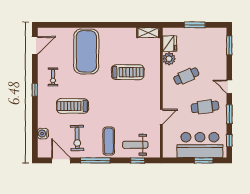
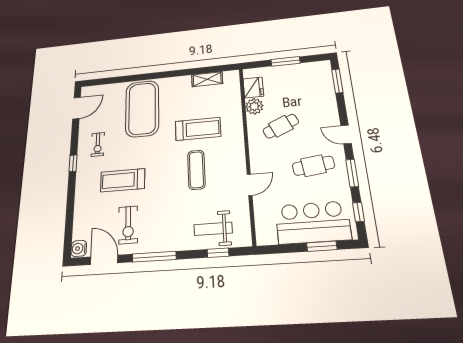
shelving: (148, 33) -> (207, 79), moved
water cooler: (43, 134) -> (79, 248), moved
exercise mat: (109, 141) -> (196, 170), moved

